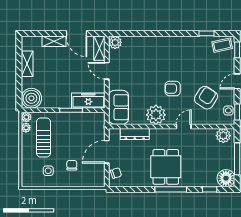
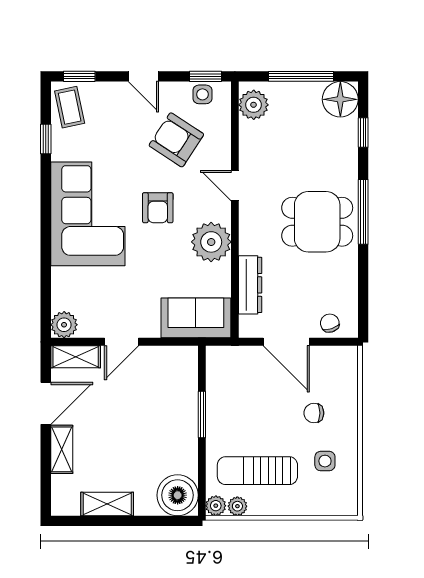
corner sofa: (170, 54) -> (88, 214), added
freezer: (88, 101) -> (182, 379), removed

